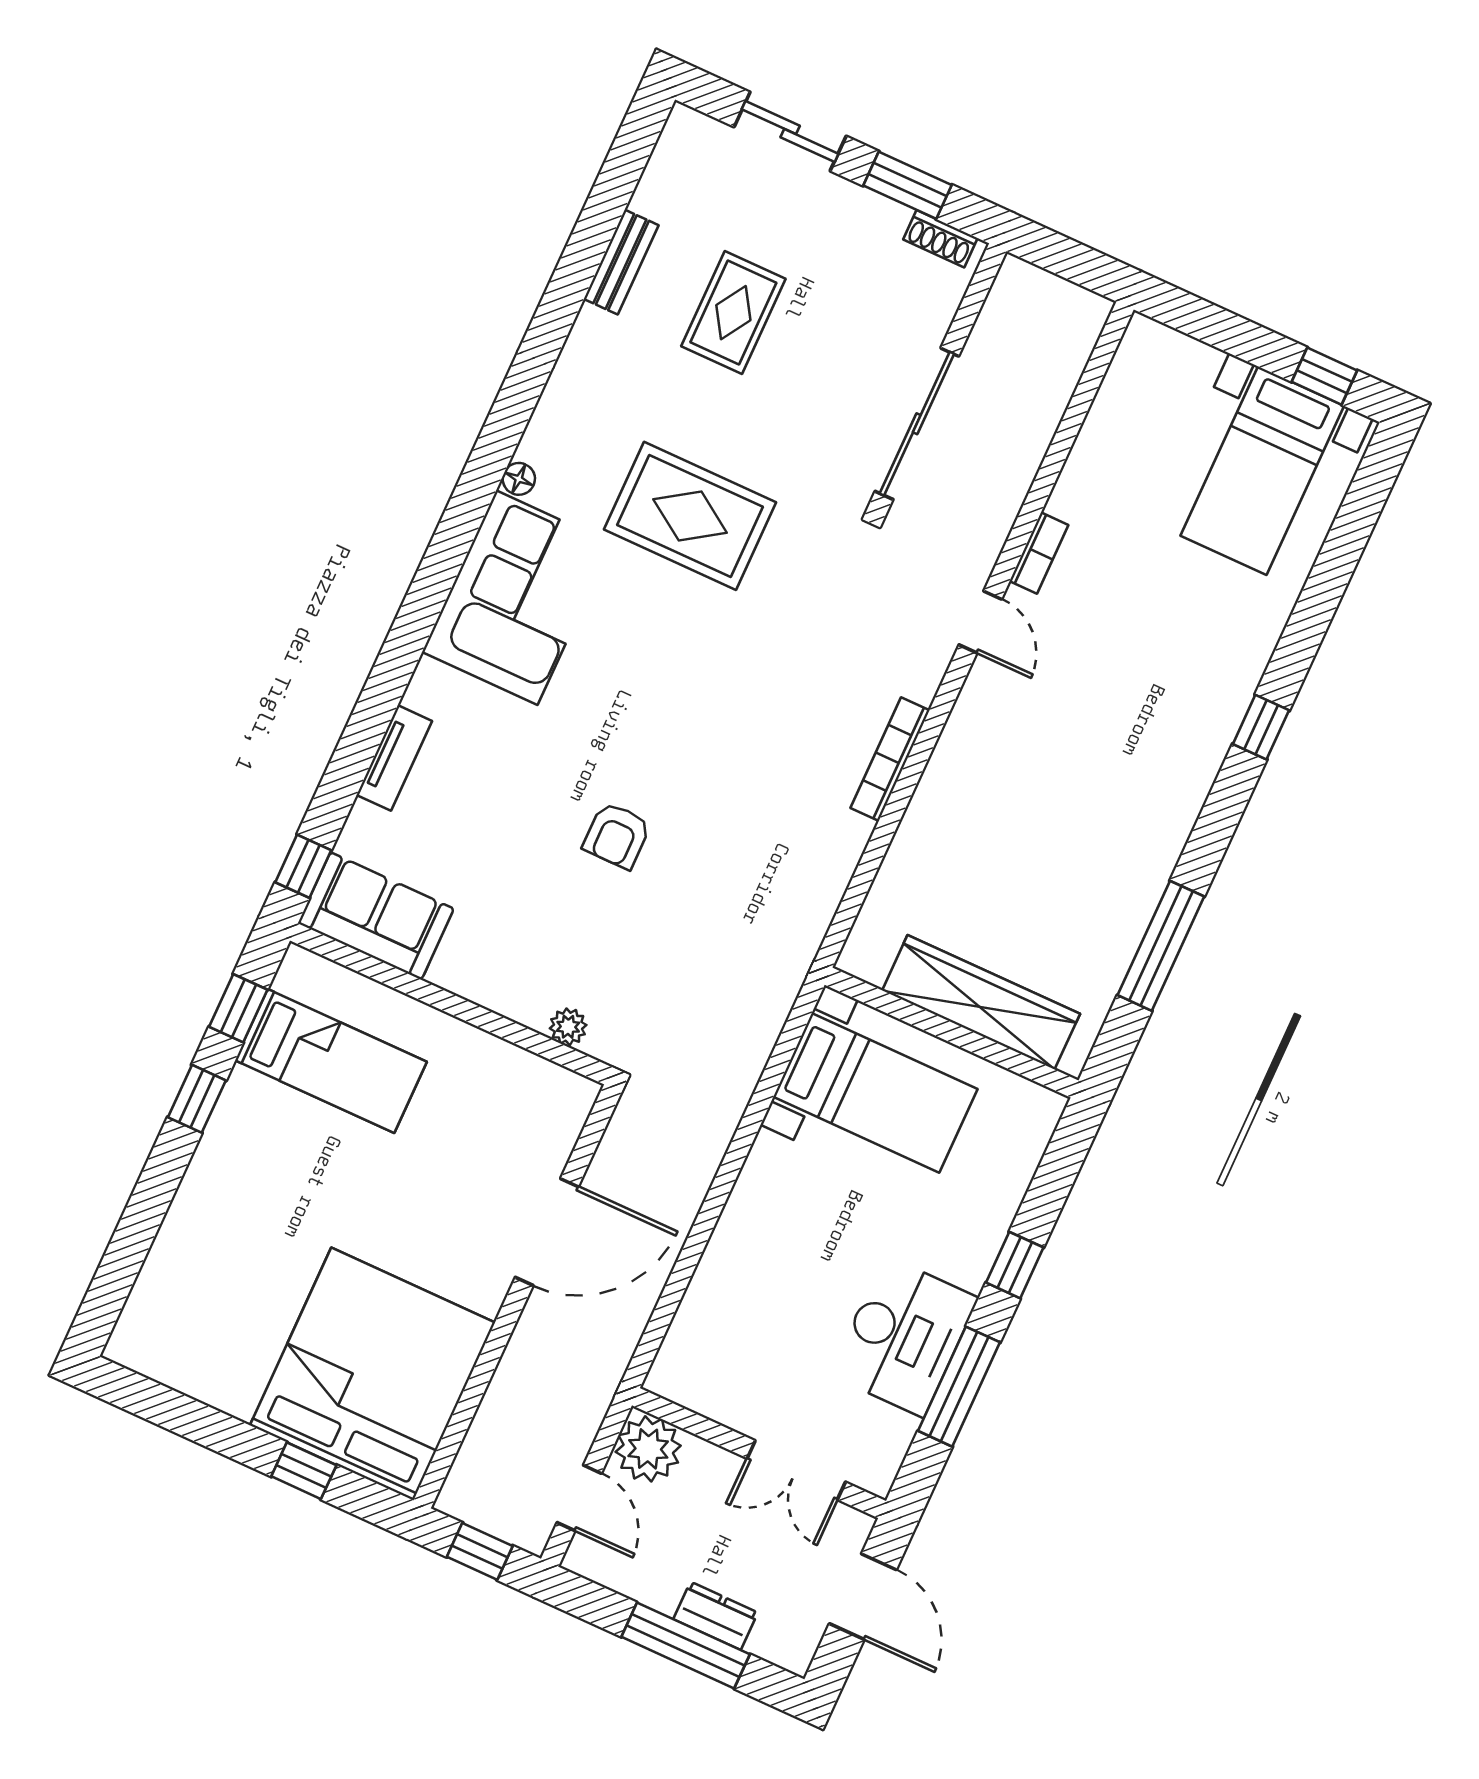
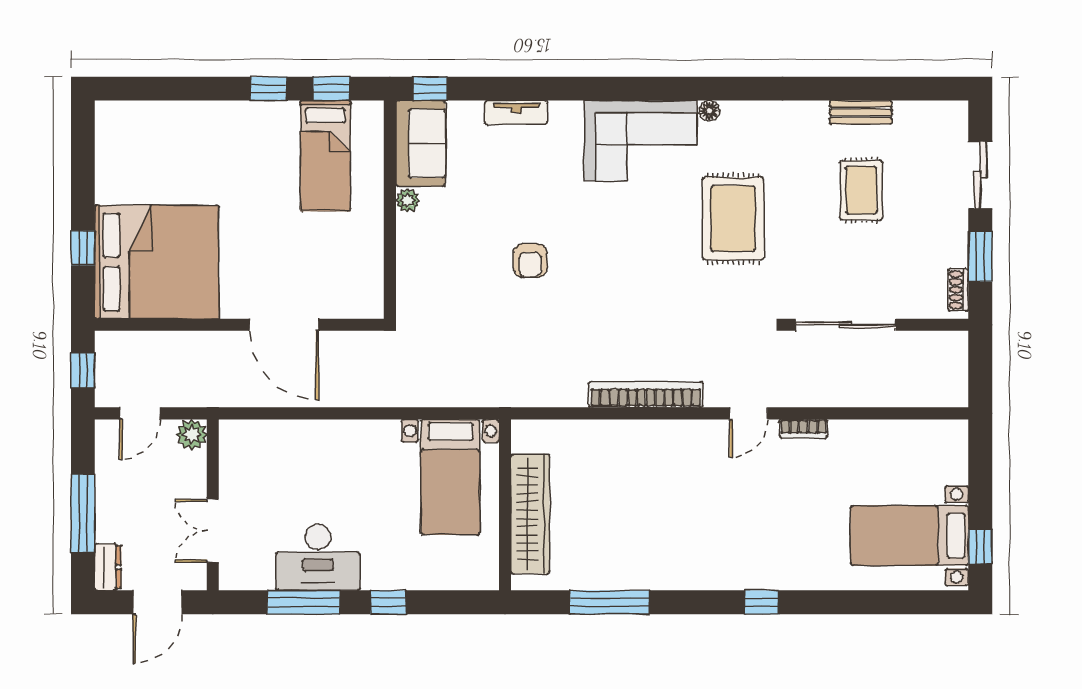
rug: (733, 313) -> (861, 190), turned 90
bookcase: (890, 759) -> (646, 395), width x1.48, depth x1.31
armchair: (617, 835) -> (530, 261), turned -90
plant: (568, 1027) -> (407, 200), moved
plant: (648, 1449) -> (192, 435), width x0.73, depth x0.73
dresser: (716, 1616) -> (108, 567), moved

